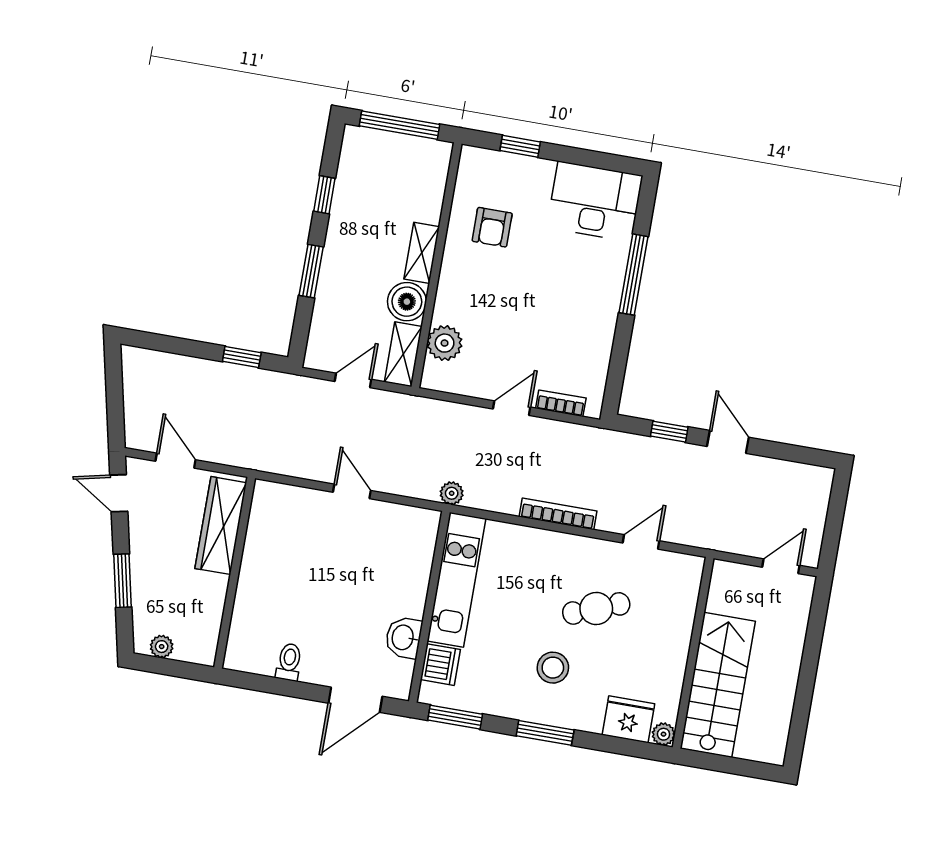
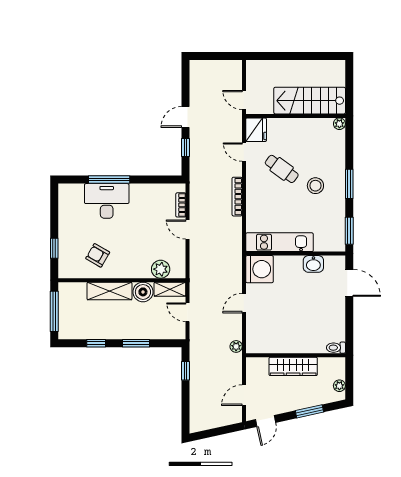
desk: (595, 201) -> (107, 201), moved, turned 90
armchair: (492, 227) -> (98, 255), turned -150
shelving: (422, 253) -> (109, 291), width x1.50, depth x1.33
plant: (452, 493) -> (236, 346), moved
wardrobe: (221, 526) -> (293, 366), moved
washing machine: (412, 533) -> (259, 269), added
door: (781, 566) -> (244, 100), moved
cafe table: (596, 608) -> (282, 169), turned -33
toilet: (289, 662) -> (336, 348), moved
dishwasher: (440, 665) -> (324, 243), removed
fridge: (628, 719) -> (256, 130), moved, turned 180

